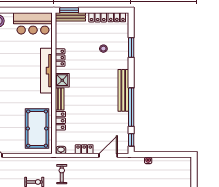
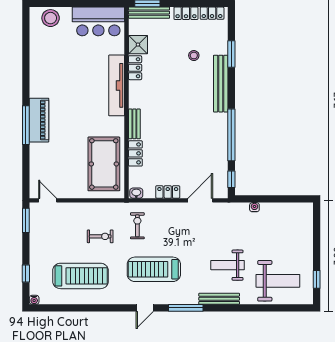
shower: (62, 80) -> (138, 45), moved
bench: (123, 90) -> (221, 84), moved

